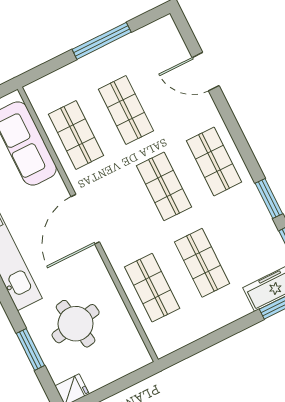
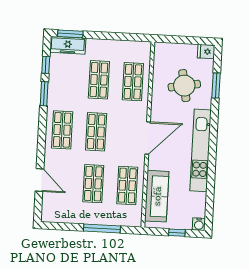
window: (102, 41) -> (102, 229), moved

